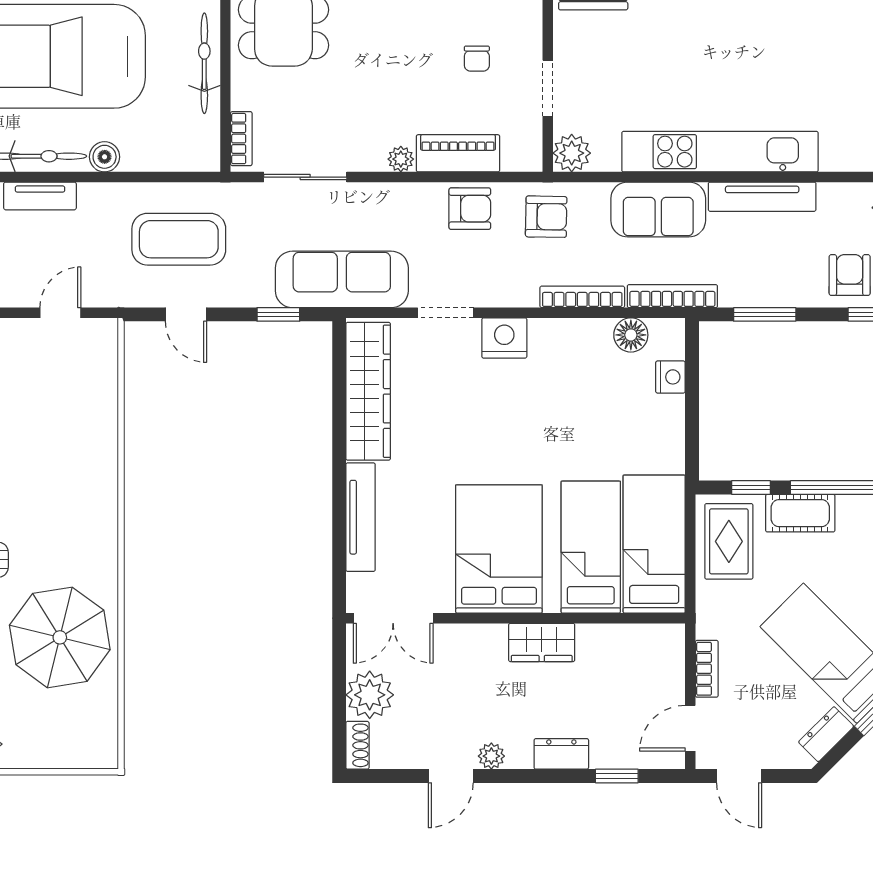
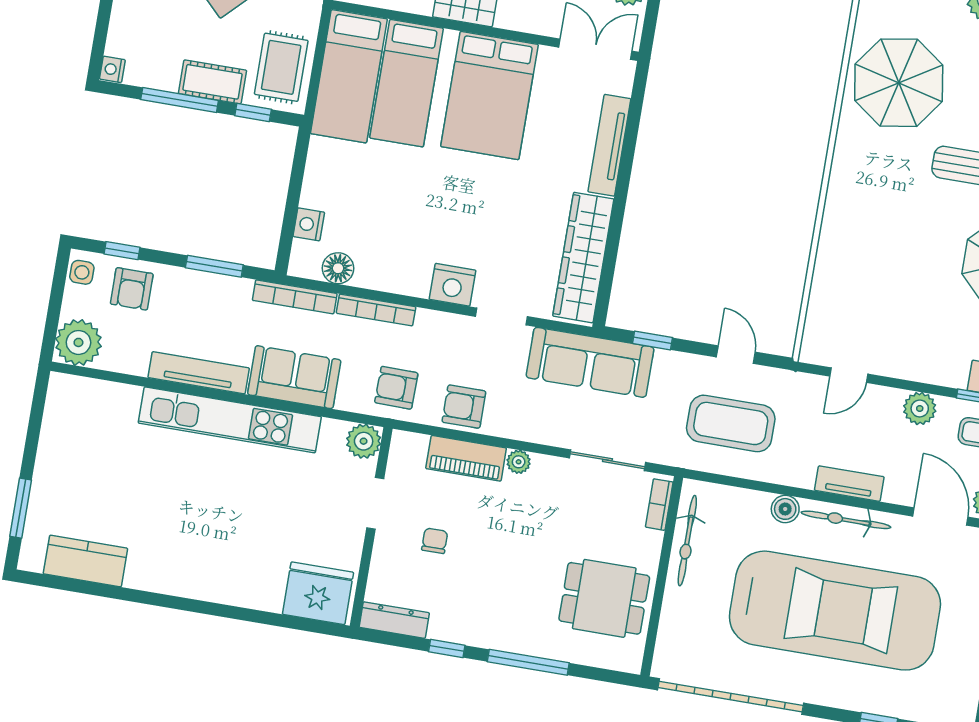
bicycle: (204, 63) -> (687, 541), moved

